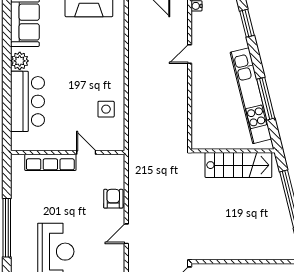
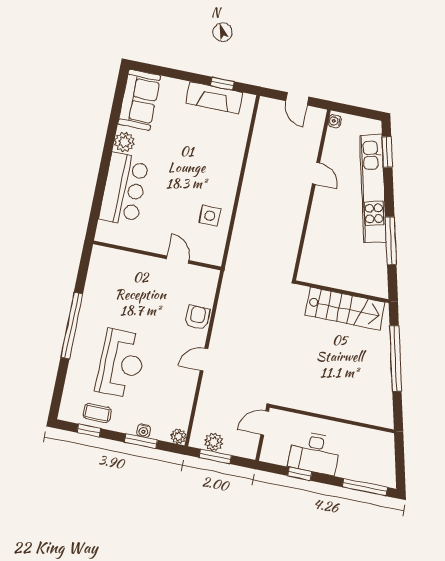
door: (190, 54) -> (316, 173), swing flipped
kitchen unit: (251, 96) -> (373, 189), moved
row of seats: (50, 162) -> (135, 262), removed

